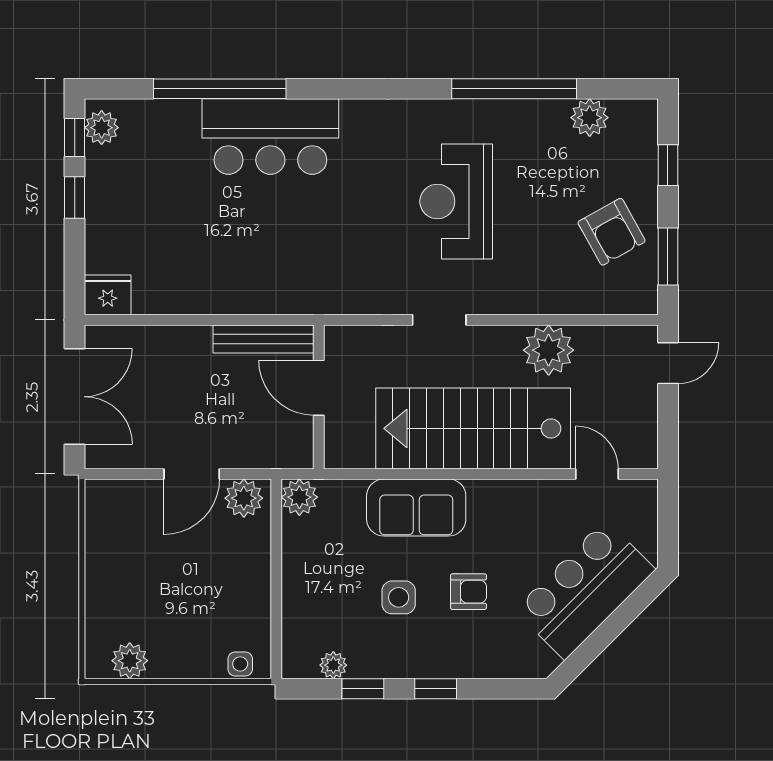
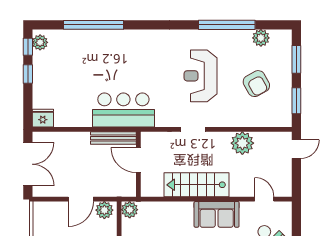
bar counter: (270, 137) -> (123, 110), moved, turned 180
window: (668, 165) -> (296, 59), width x1.50
armchair: (612, 232) -> (256, 84), moved
stairs: (473, 428) -> (196, 185), width x0.73, depth x0.66
sofa: (416, 508) -> (217, 214), moved

